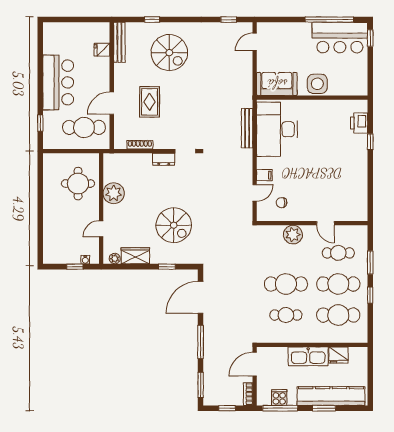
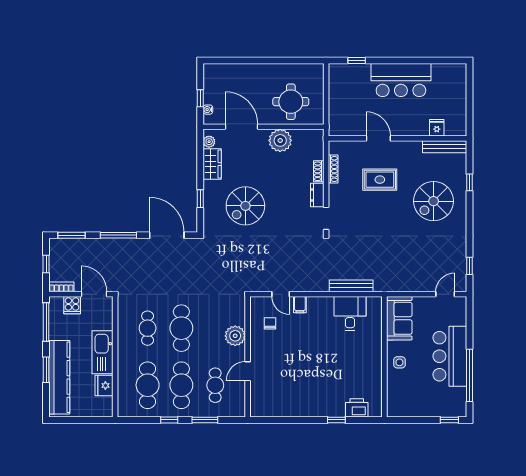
bar counter: (340, 38) -> (450, 356), moved
door: (255, 42) -> (445, 294), hinge flipped
side table: (317, 84) -> (399, 362), width x0.54, depth x0.54
cafe table: (84, 127) -> (352, 108), removed
desk: (277, 129) -> (350, 313), width x0.53, depth x0.77
shoe rack: (142, 158) -> (319, 171), added
door: (101, 229) -> (241, 127), width x1.88
cooker: (279, 398) -> (72, 305), moved, turned 90

